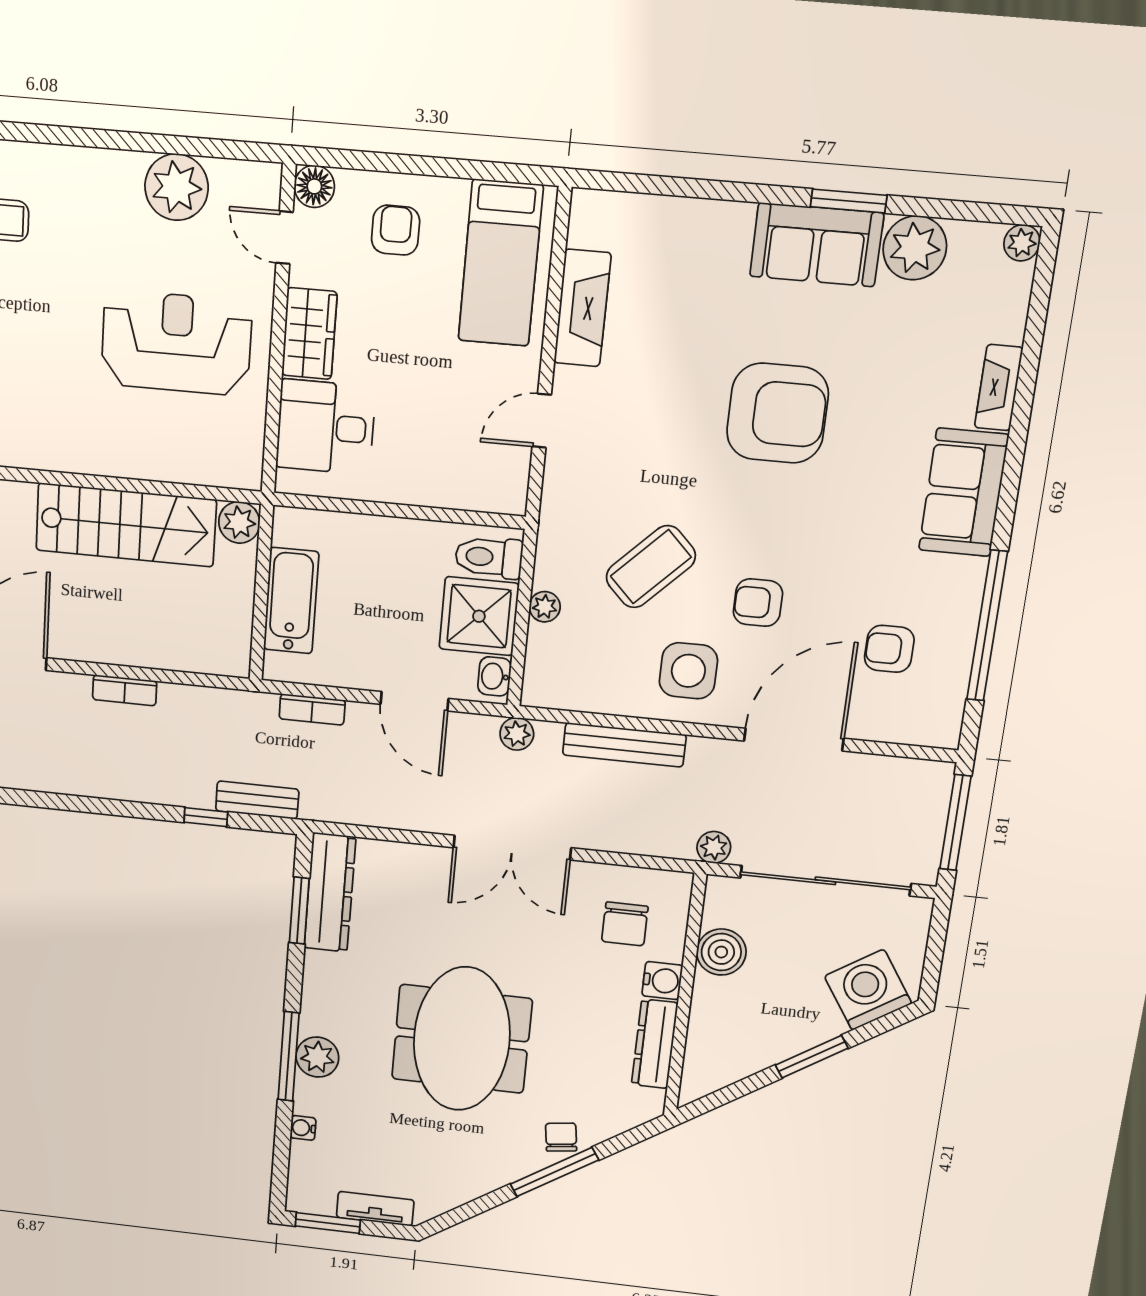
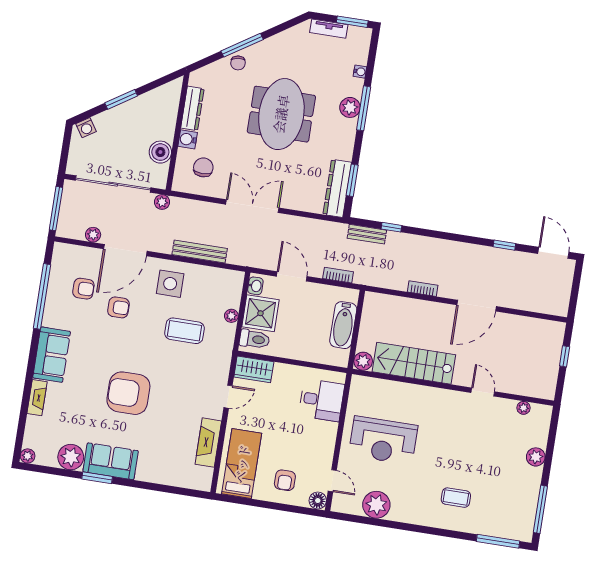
wardrobe: (309, 334) -> (254, 369), moved, turned -90
coffee table: (651, 567) -> (185, 331), turned 45
armchair: (758, 603) -> (118, 307), moved
plant: (517, 734) -> (93, 235), moved
washing machine: (868, 990) -> (86, 128), width x0.53, depth x0.53

